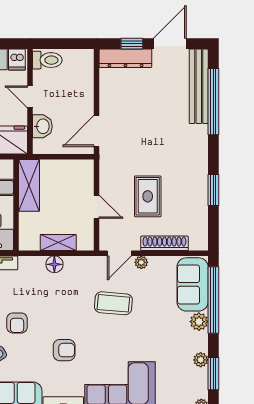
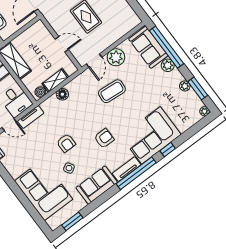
boiler: (31, 243) -> (40, 92), added
shoe rack: (164, 243) -> (115, 36), removed
plant: (141, 262) -> (116, 57), width x1.88, depth x1.88

